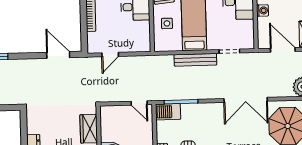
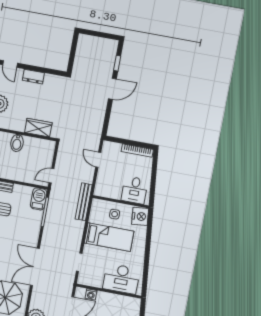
washing machine: (262, 10) -> (91, 294), moved
door: (58, 55) -> (112, 89), moved
bench: (195, 60) -> (84, 202), moved

